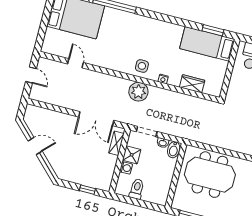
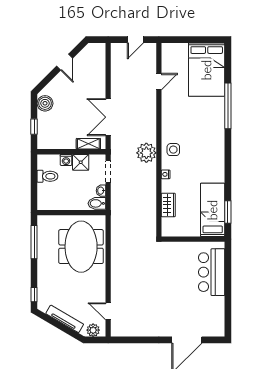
boiler: (68, 174) -> (45, 103), added

